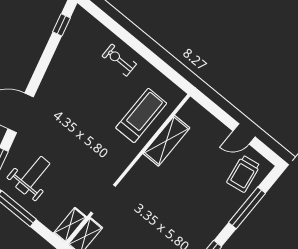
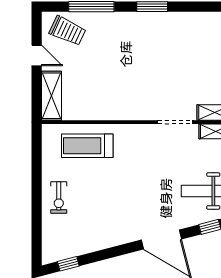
shelving: (166, 141) -> (52, 96), moved, turned 90
trolley: (243, 174) -> (68, 31), turned 34

